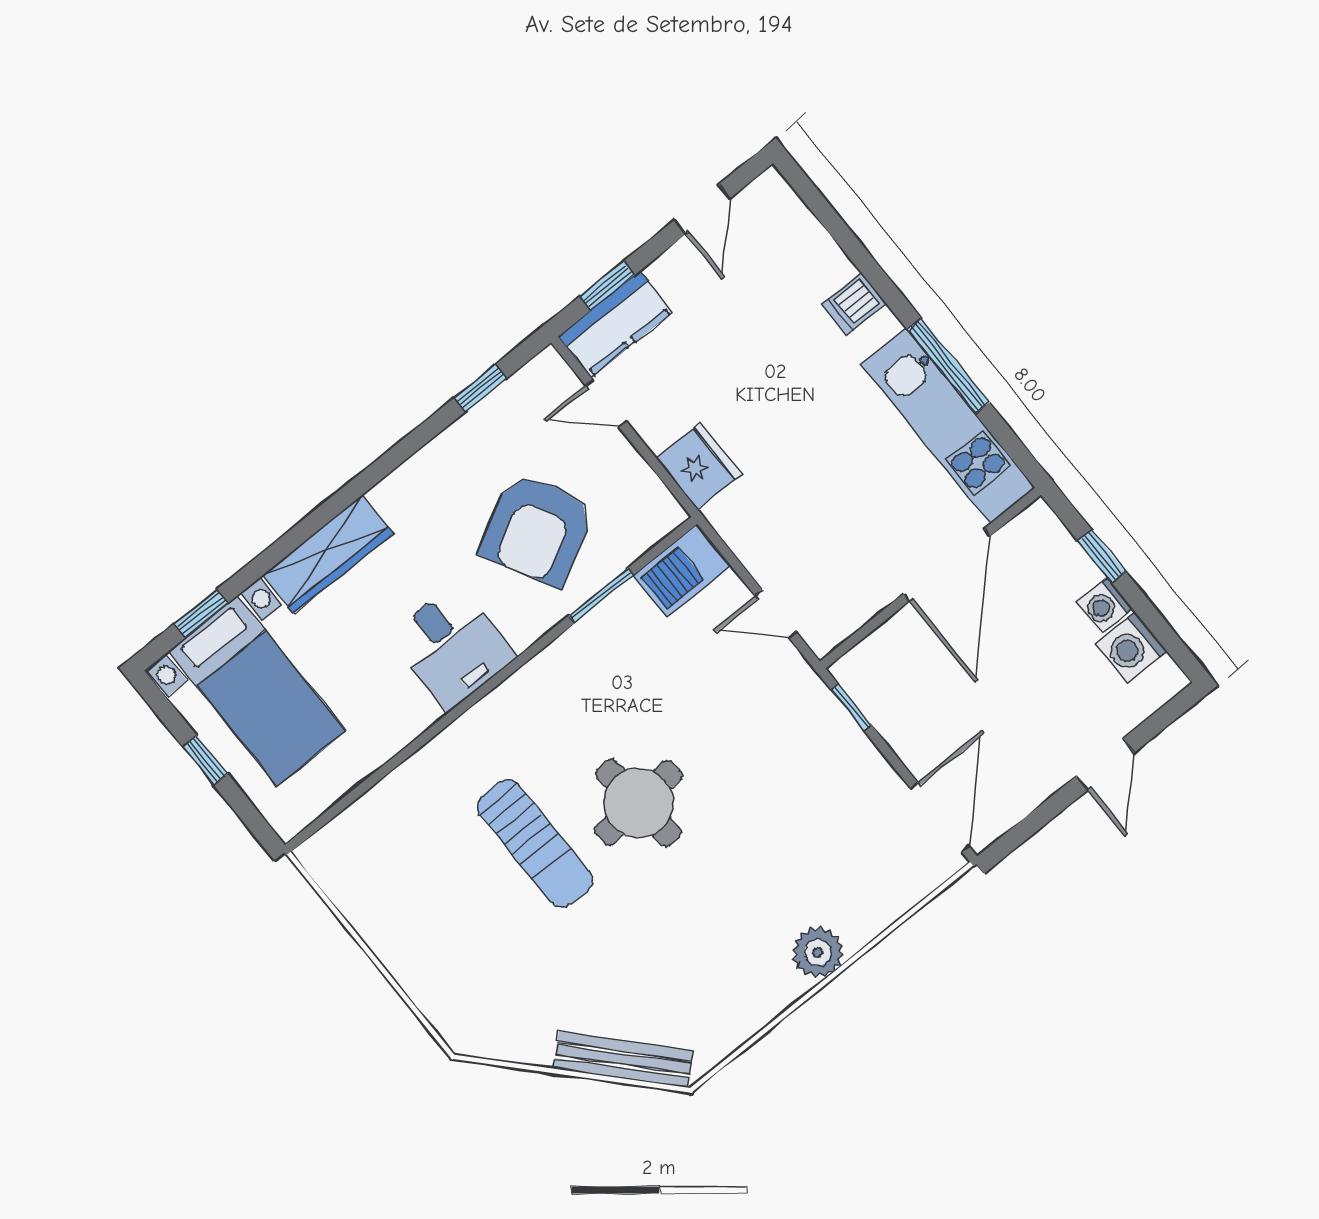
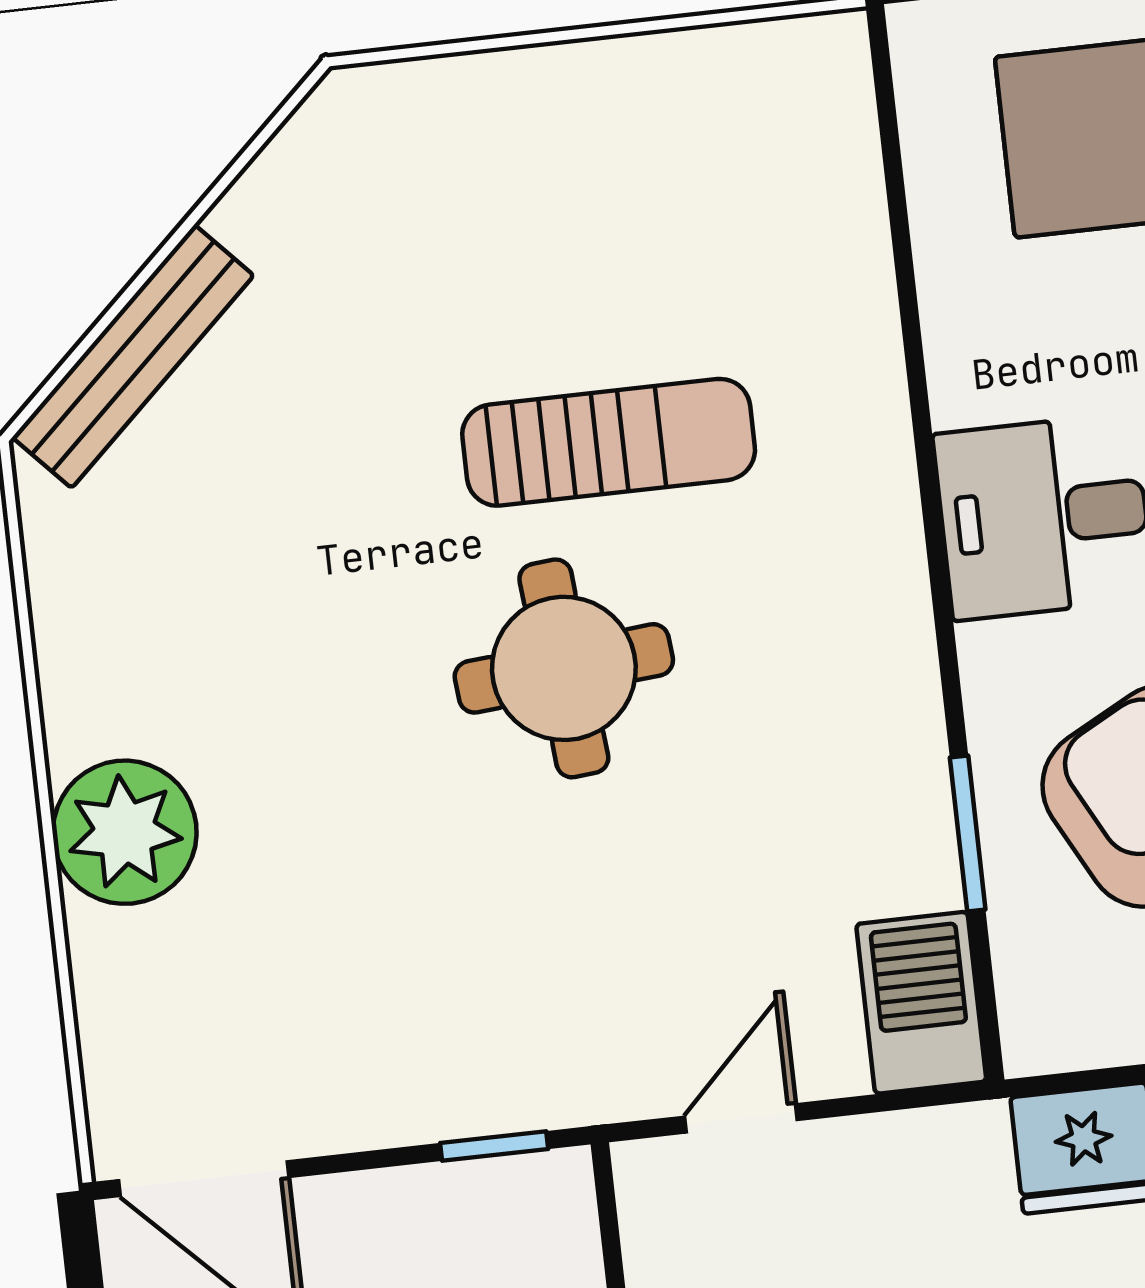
sun lounger: (535, 843) -> (609, 442), turned 180
plant: (818, 952) -> (125, 832), width x1.36, depth x1.36

